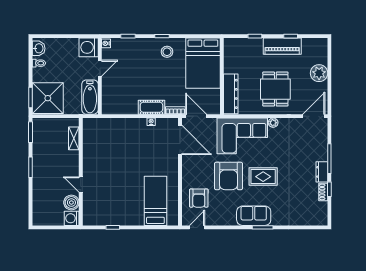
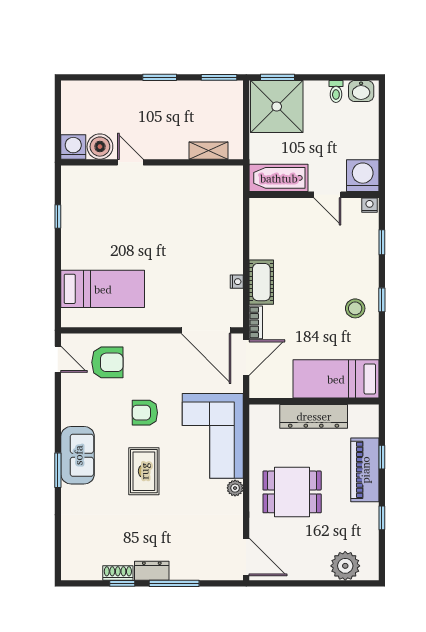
piano: (282, 46) -> (365, 470), moved
bed: (203, 63) -> (336, 379), width x0.67
plant: (319, 73) -> (345, 566), moved
dresser: (231, 94) -> (314, 416), moved
door: (180, 140) -> (206, 330), hinge flipped
armchair: (229, 176) -> (145, 413), width x0.53, depth x0.53
door: (81, 184) -> (130, 162), hinge flipped
armchair: (199, 198) -> (107, 362), turned 180

